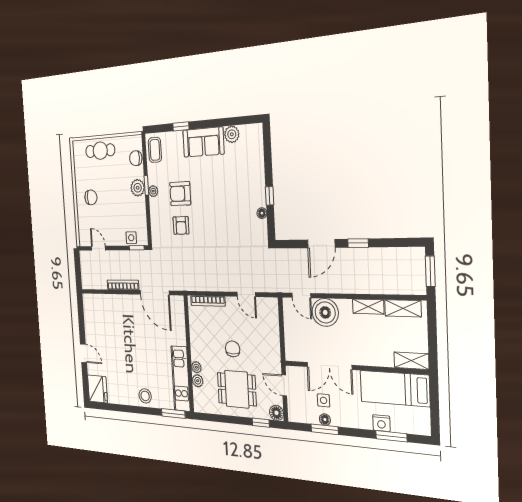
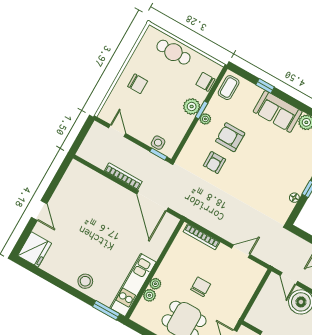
door: (246, 294) -> (241, 251), swing flipped

